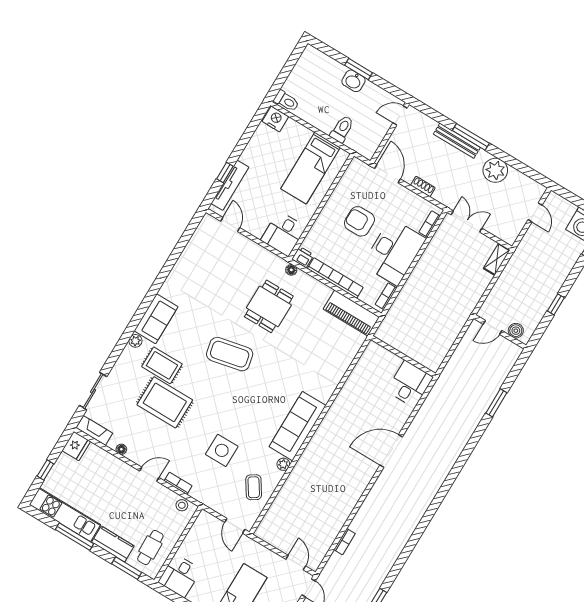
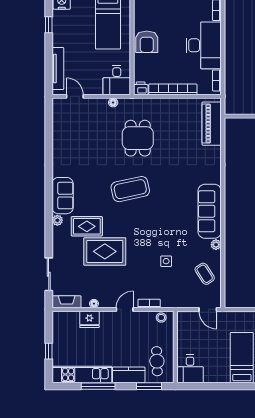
window: (225, 172) -> (49, 25), moved
armchair: (359, 221) -> (147, 42), moved, turned -90
floor lamp: (291, 270) -> (113, 102), moved
piano: (351, 313) -> (212, 124), moved, turned 90
fridge: (76, 446) -> (89, 319), moved, turned 90
side table: (222, 450) -> (166, 261), width x0.54, depth x0.54

